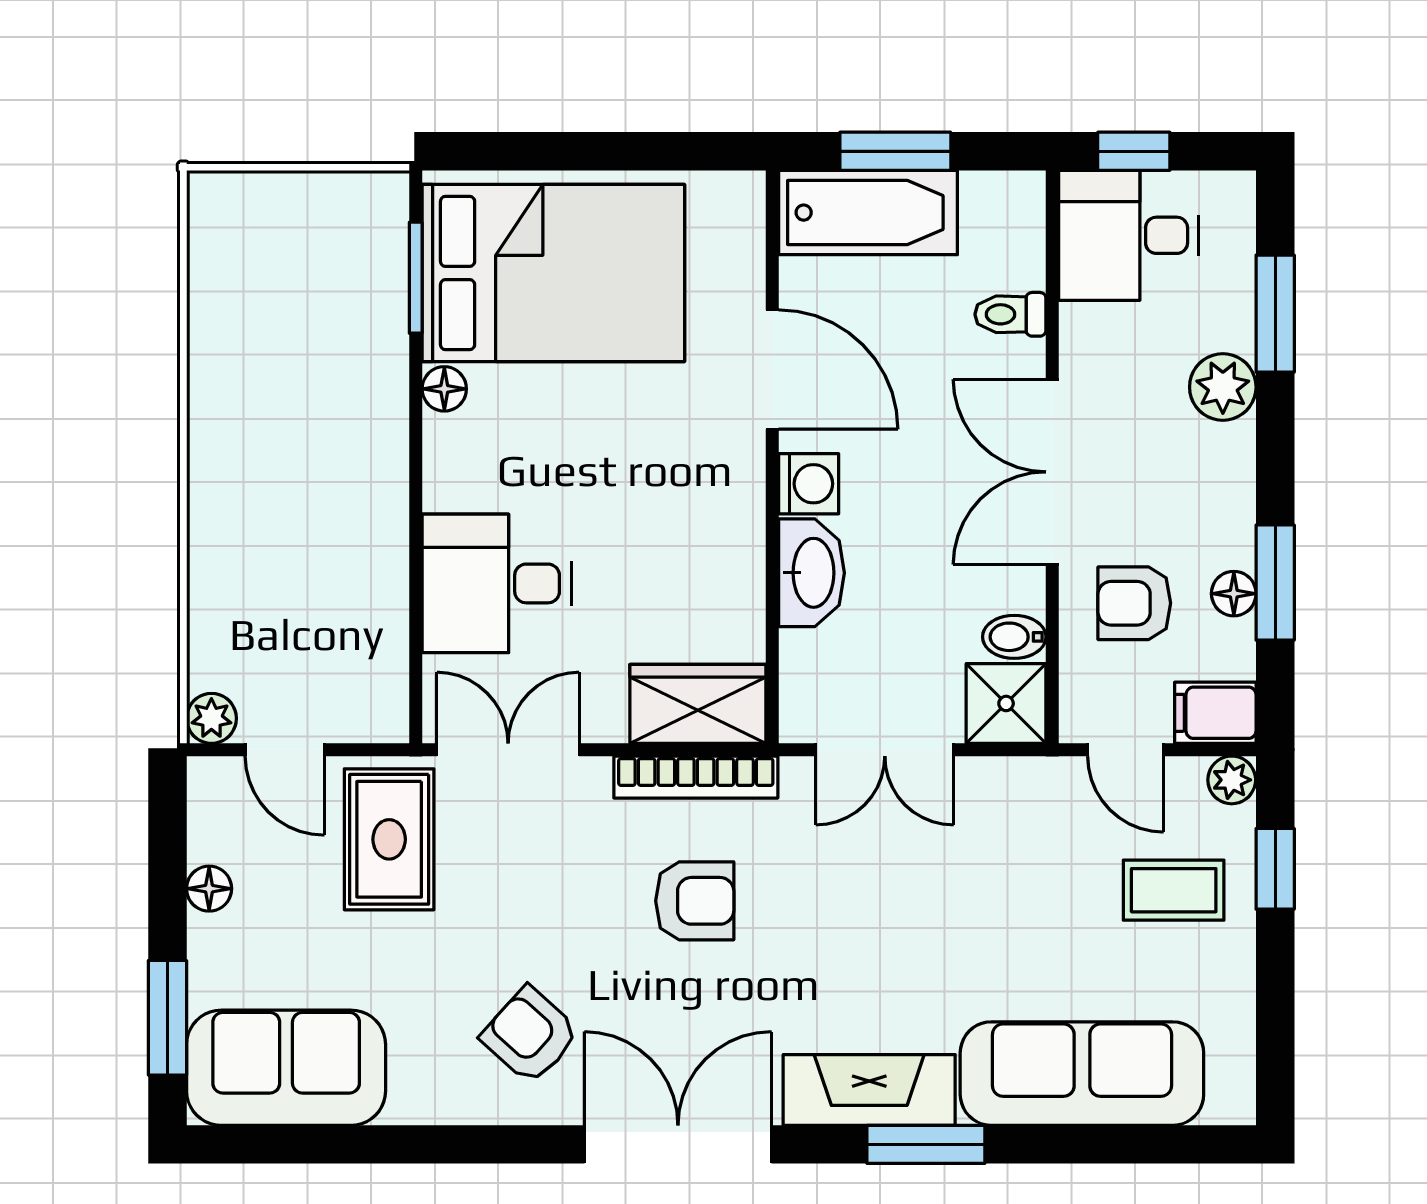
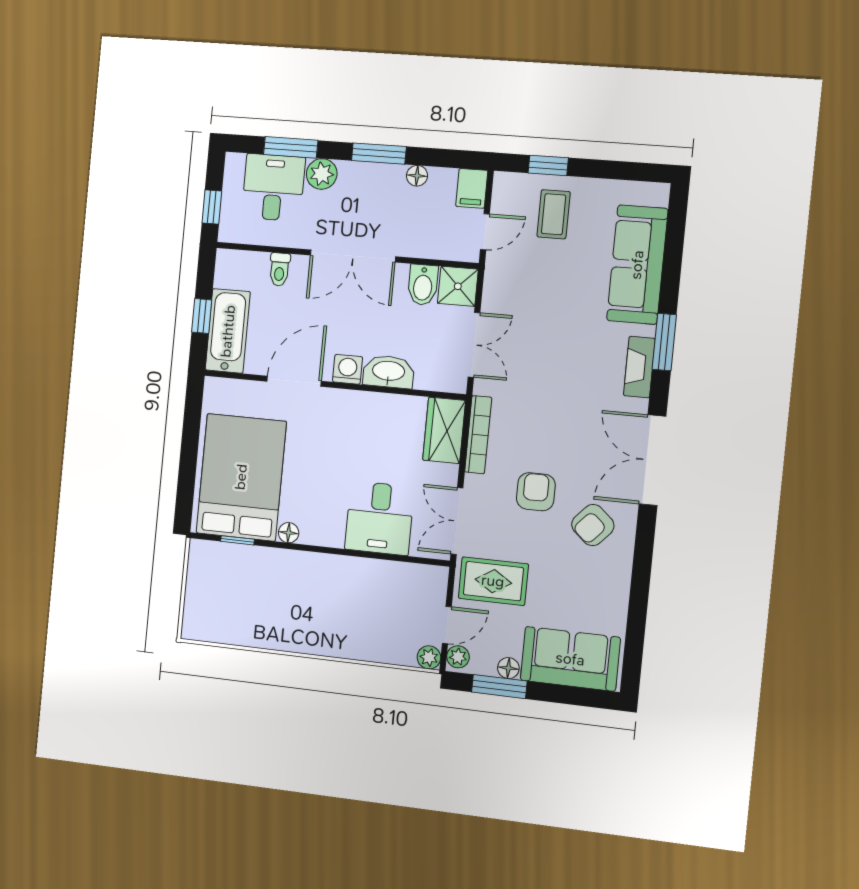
window: (895, 151) -> (202, 316), width x0.67
desk: (1129, 235) -> (273, 187), moved, turned 180
window: (416, 278) -> (237, 540), width x0.67
window: (1275, 583) -> (379, 154), moved
armchair: (1134, 603) -> (417, 223), removed
bidet: (1014, 637) -> (423, 285), width x1.38, depth x1.36
plant: (1232, 780) -> (458, 657), moved
armchair: (695, 901) -> (536, 492), moved
window: (167, 1018) -> (499, 687), moved
sofa: (286, 1068) -> (570, 659), moved, turned 90
fireplace: (869, 1090) -> (639, 367), width x0.73, depth x0.76

